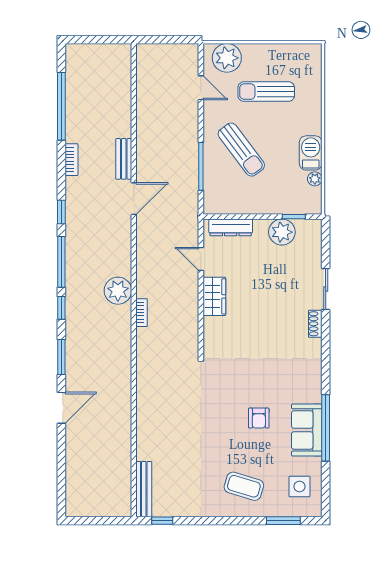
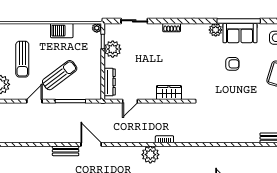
door: (201, 88) -> (34, 101), moved
plant: (315, 179) -> (97, 28), moved
sliding door: (326, 289) -> (134, 21), moved
wardrobe: (214, 296) -> (169, 92), moved
plant: (312, 392) -> (216, 30), added

